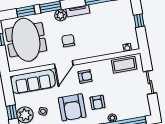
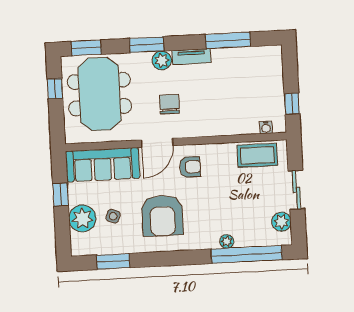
window: (26, 11) -> (86, 48), moved
window: (139, 21) -> (292, 104), moved
armchair: (97, 102) -> (205, 213), removed
plant: (143, 102) -> (281, 222), added
window: (12, 112) -> (61, 195), moved

